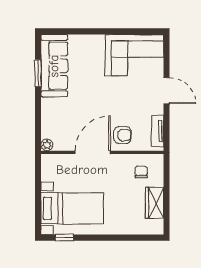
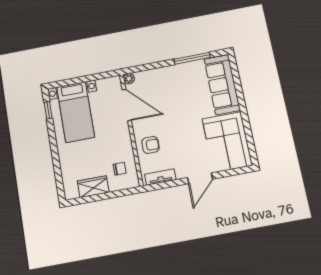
sofa: (54, 66) -> (222, 85), moved, turned 90
window: (38, 73) -> (192, 58), width x1.44
armchair: (122, 135) -> (150, 145), turned -90
door: (93, 152) -> (127, 105), moved

